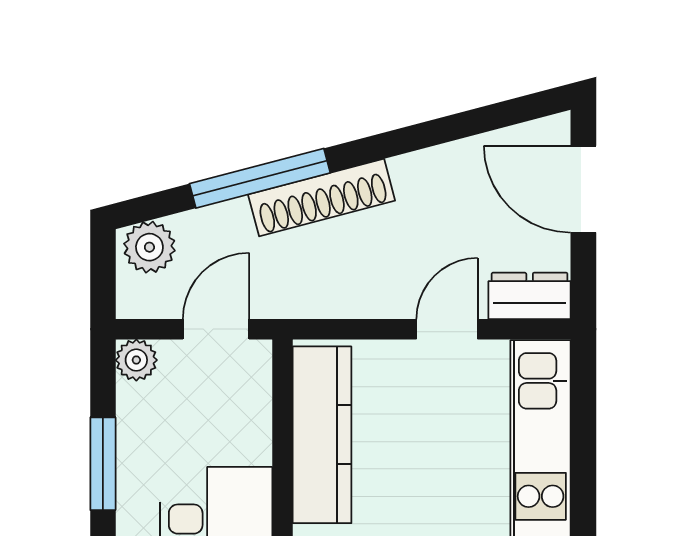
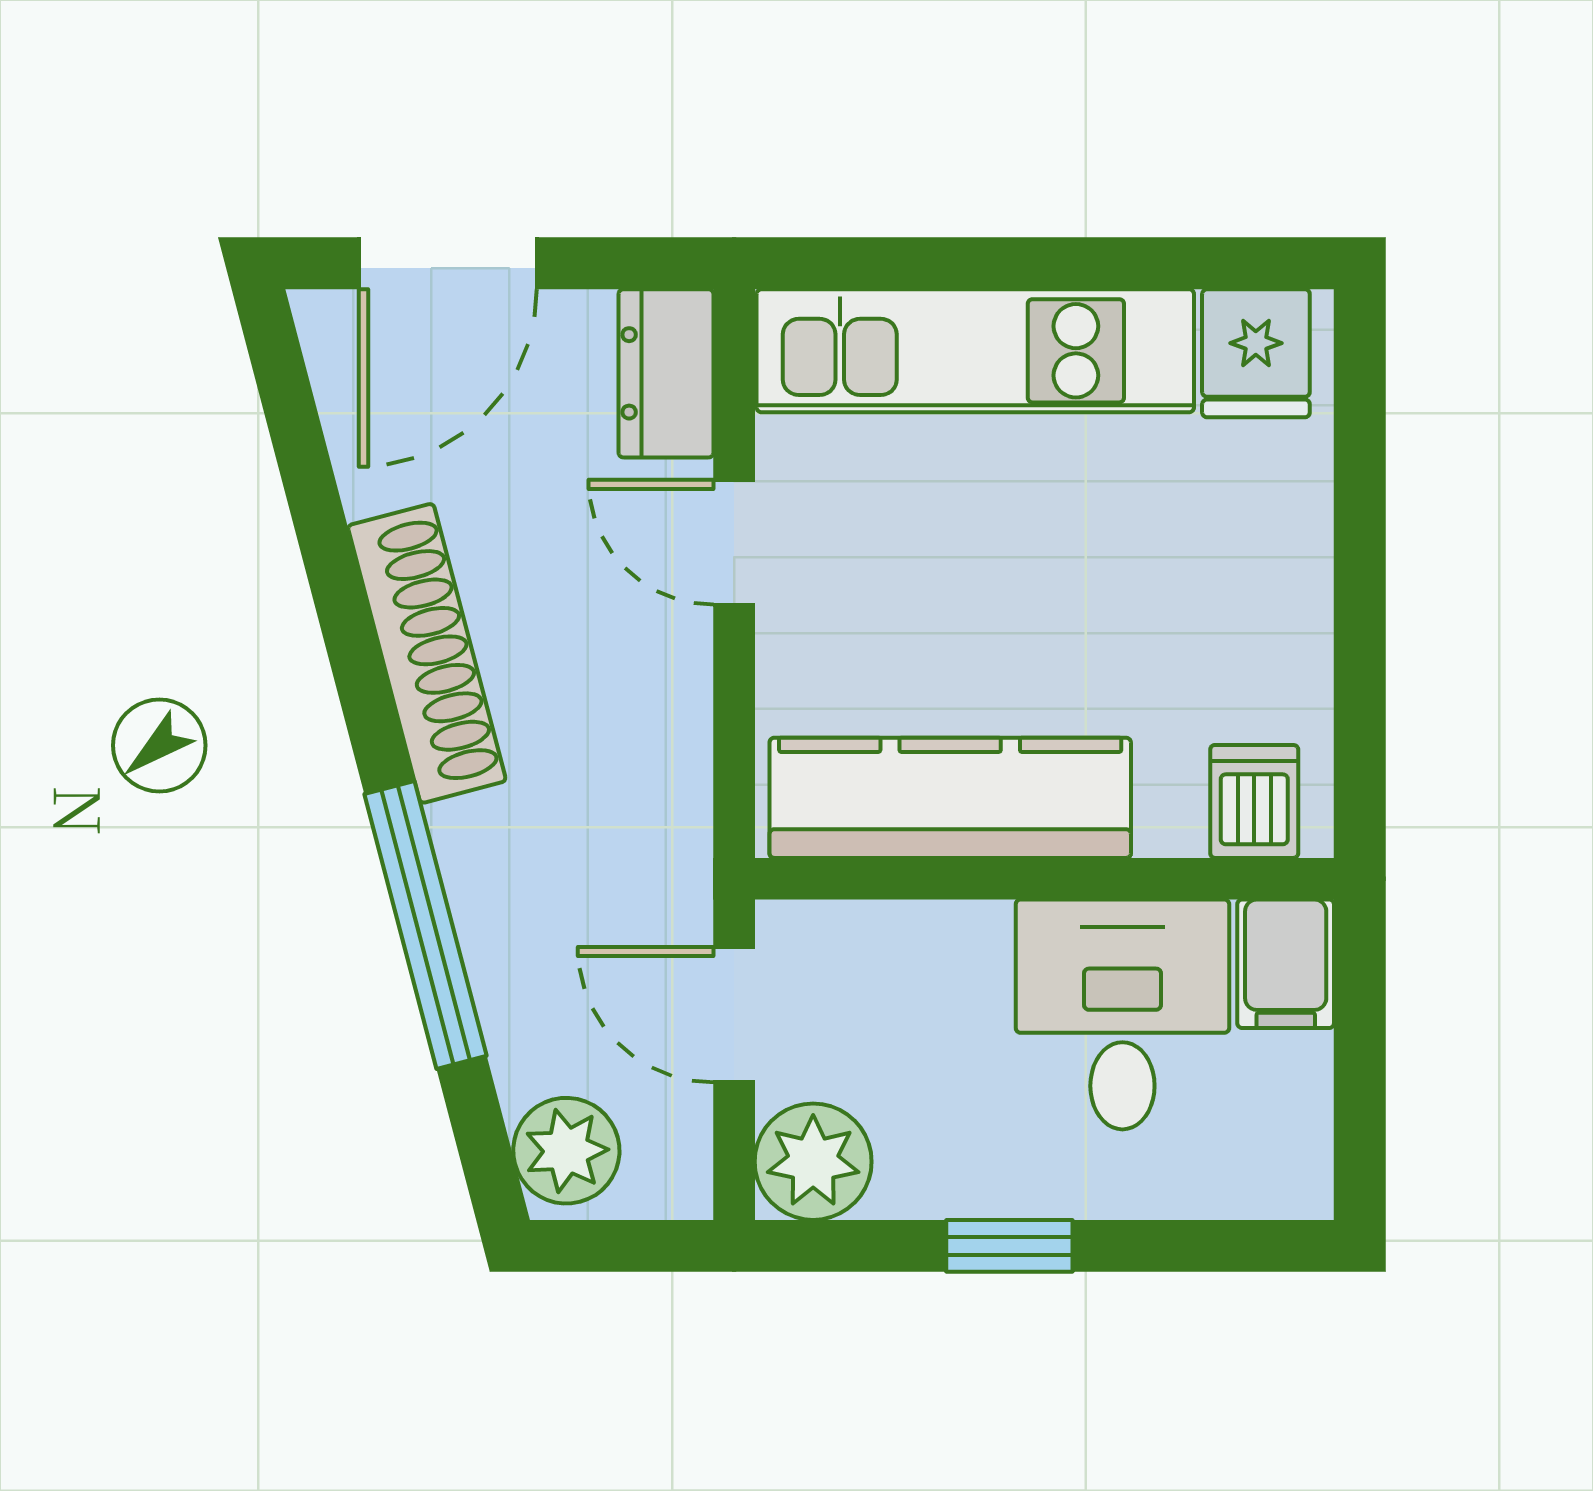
shoe rack: (322, 198) -> (427, 653), moved
plant: (136, 360) -> (813, 1162), width x1.38, depth x1.38
window: (103, 464) -> (1009, 1246), width x0.67

